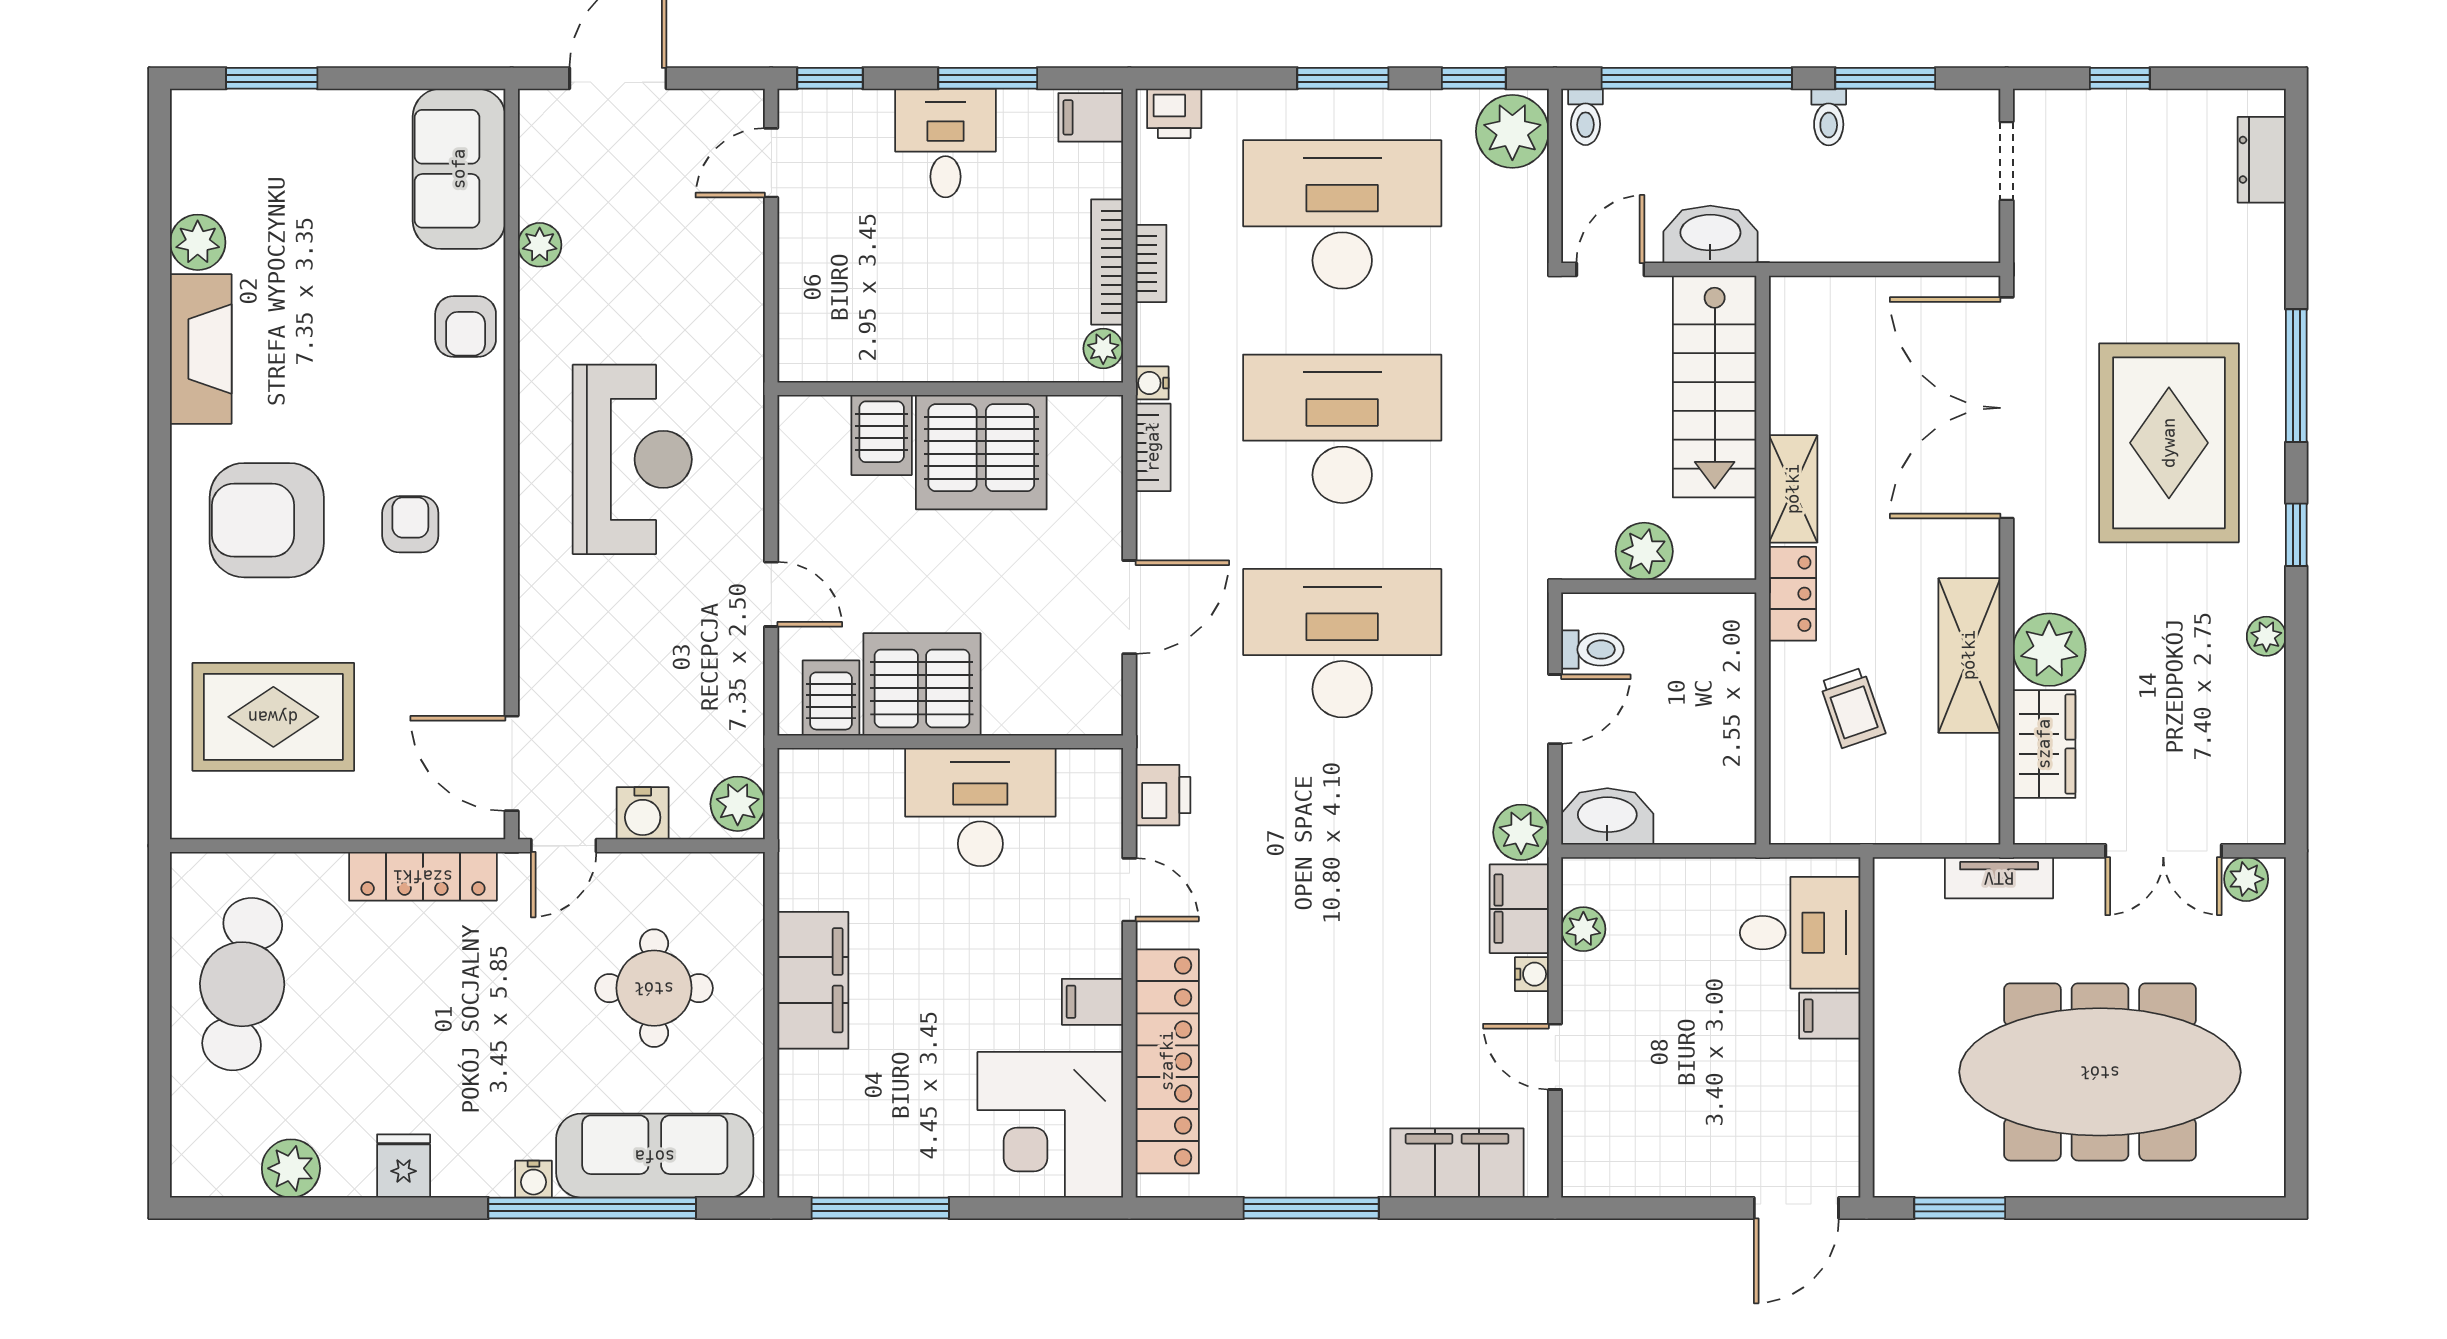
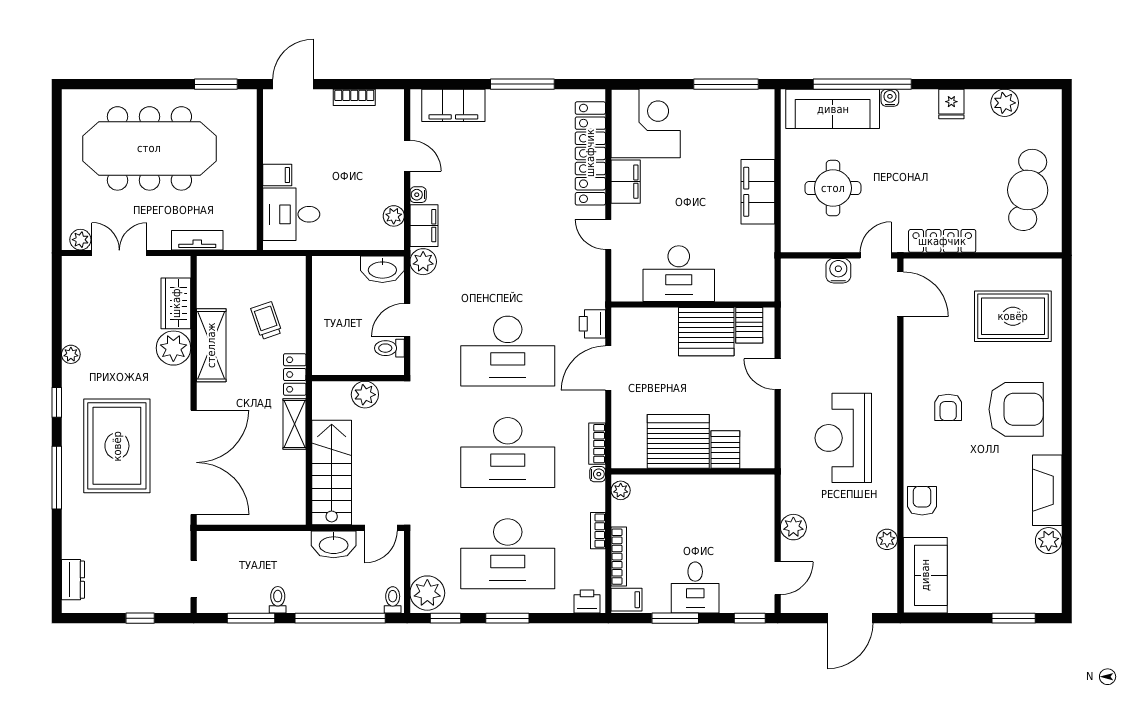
bookcase: (1107, 262) -> (619, 557), moved
printer: (1163, 795) -> (592, 324), moved
plant: (738, 804) -> (793, 527), moved
filing cabinet: (1092, 1002) -> (626, 182), width x2.00
bookcase: (1667, 1180) -> (354, 97), added

